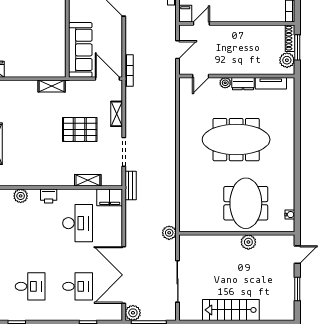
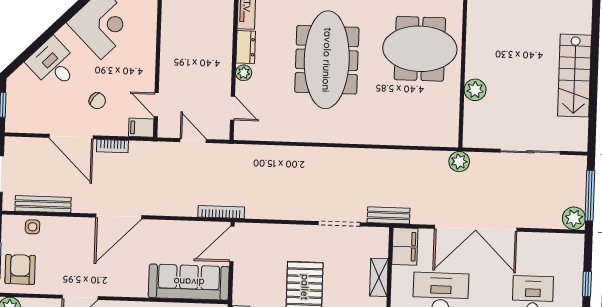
shelving: (117, 114) -> (284, 232), removed
plant: (248, 242) -> (475, 90), moved
double door: (124, 275) -> (476, 228), moved

